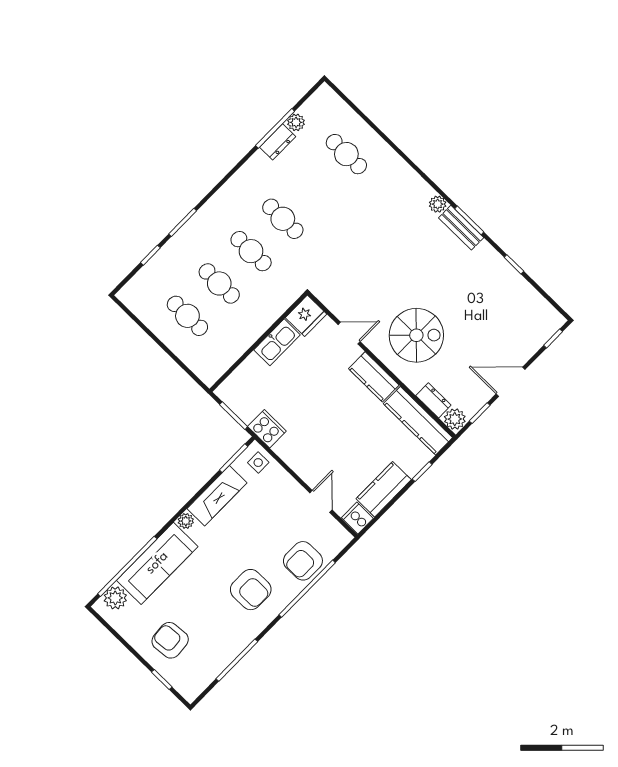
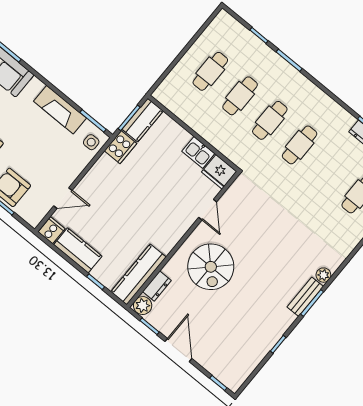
kitchen sink: (277, 342) -> (198, 152), width x0.73
kitchen counter: (374, 377) -> (143, 120), moved, turned 180
plant: (186, 521) -> (36, 85), removed

